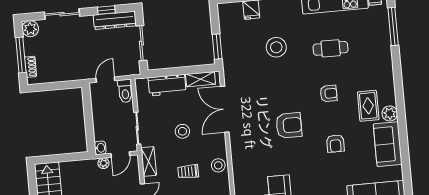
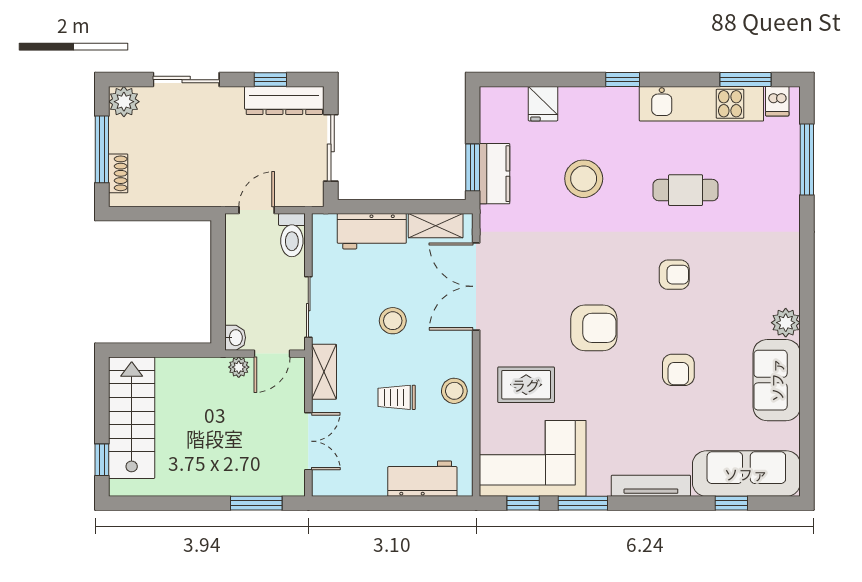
kitchen counter: (229, 49) -> (494, 174), added
rug: (368, 106) -> (526, 385), moved, turned 90

